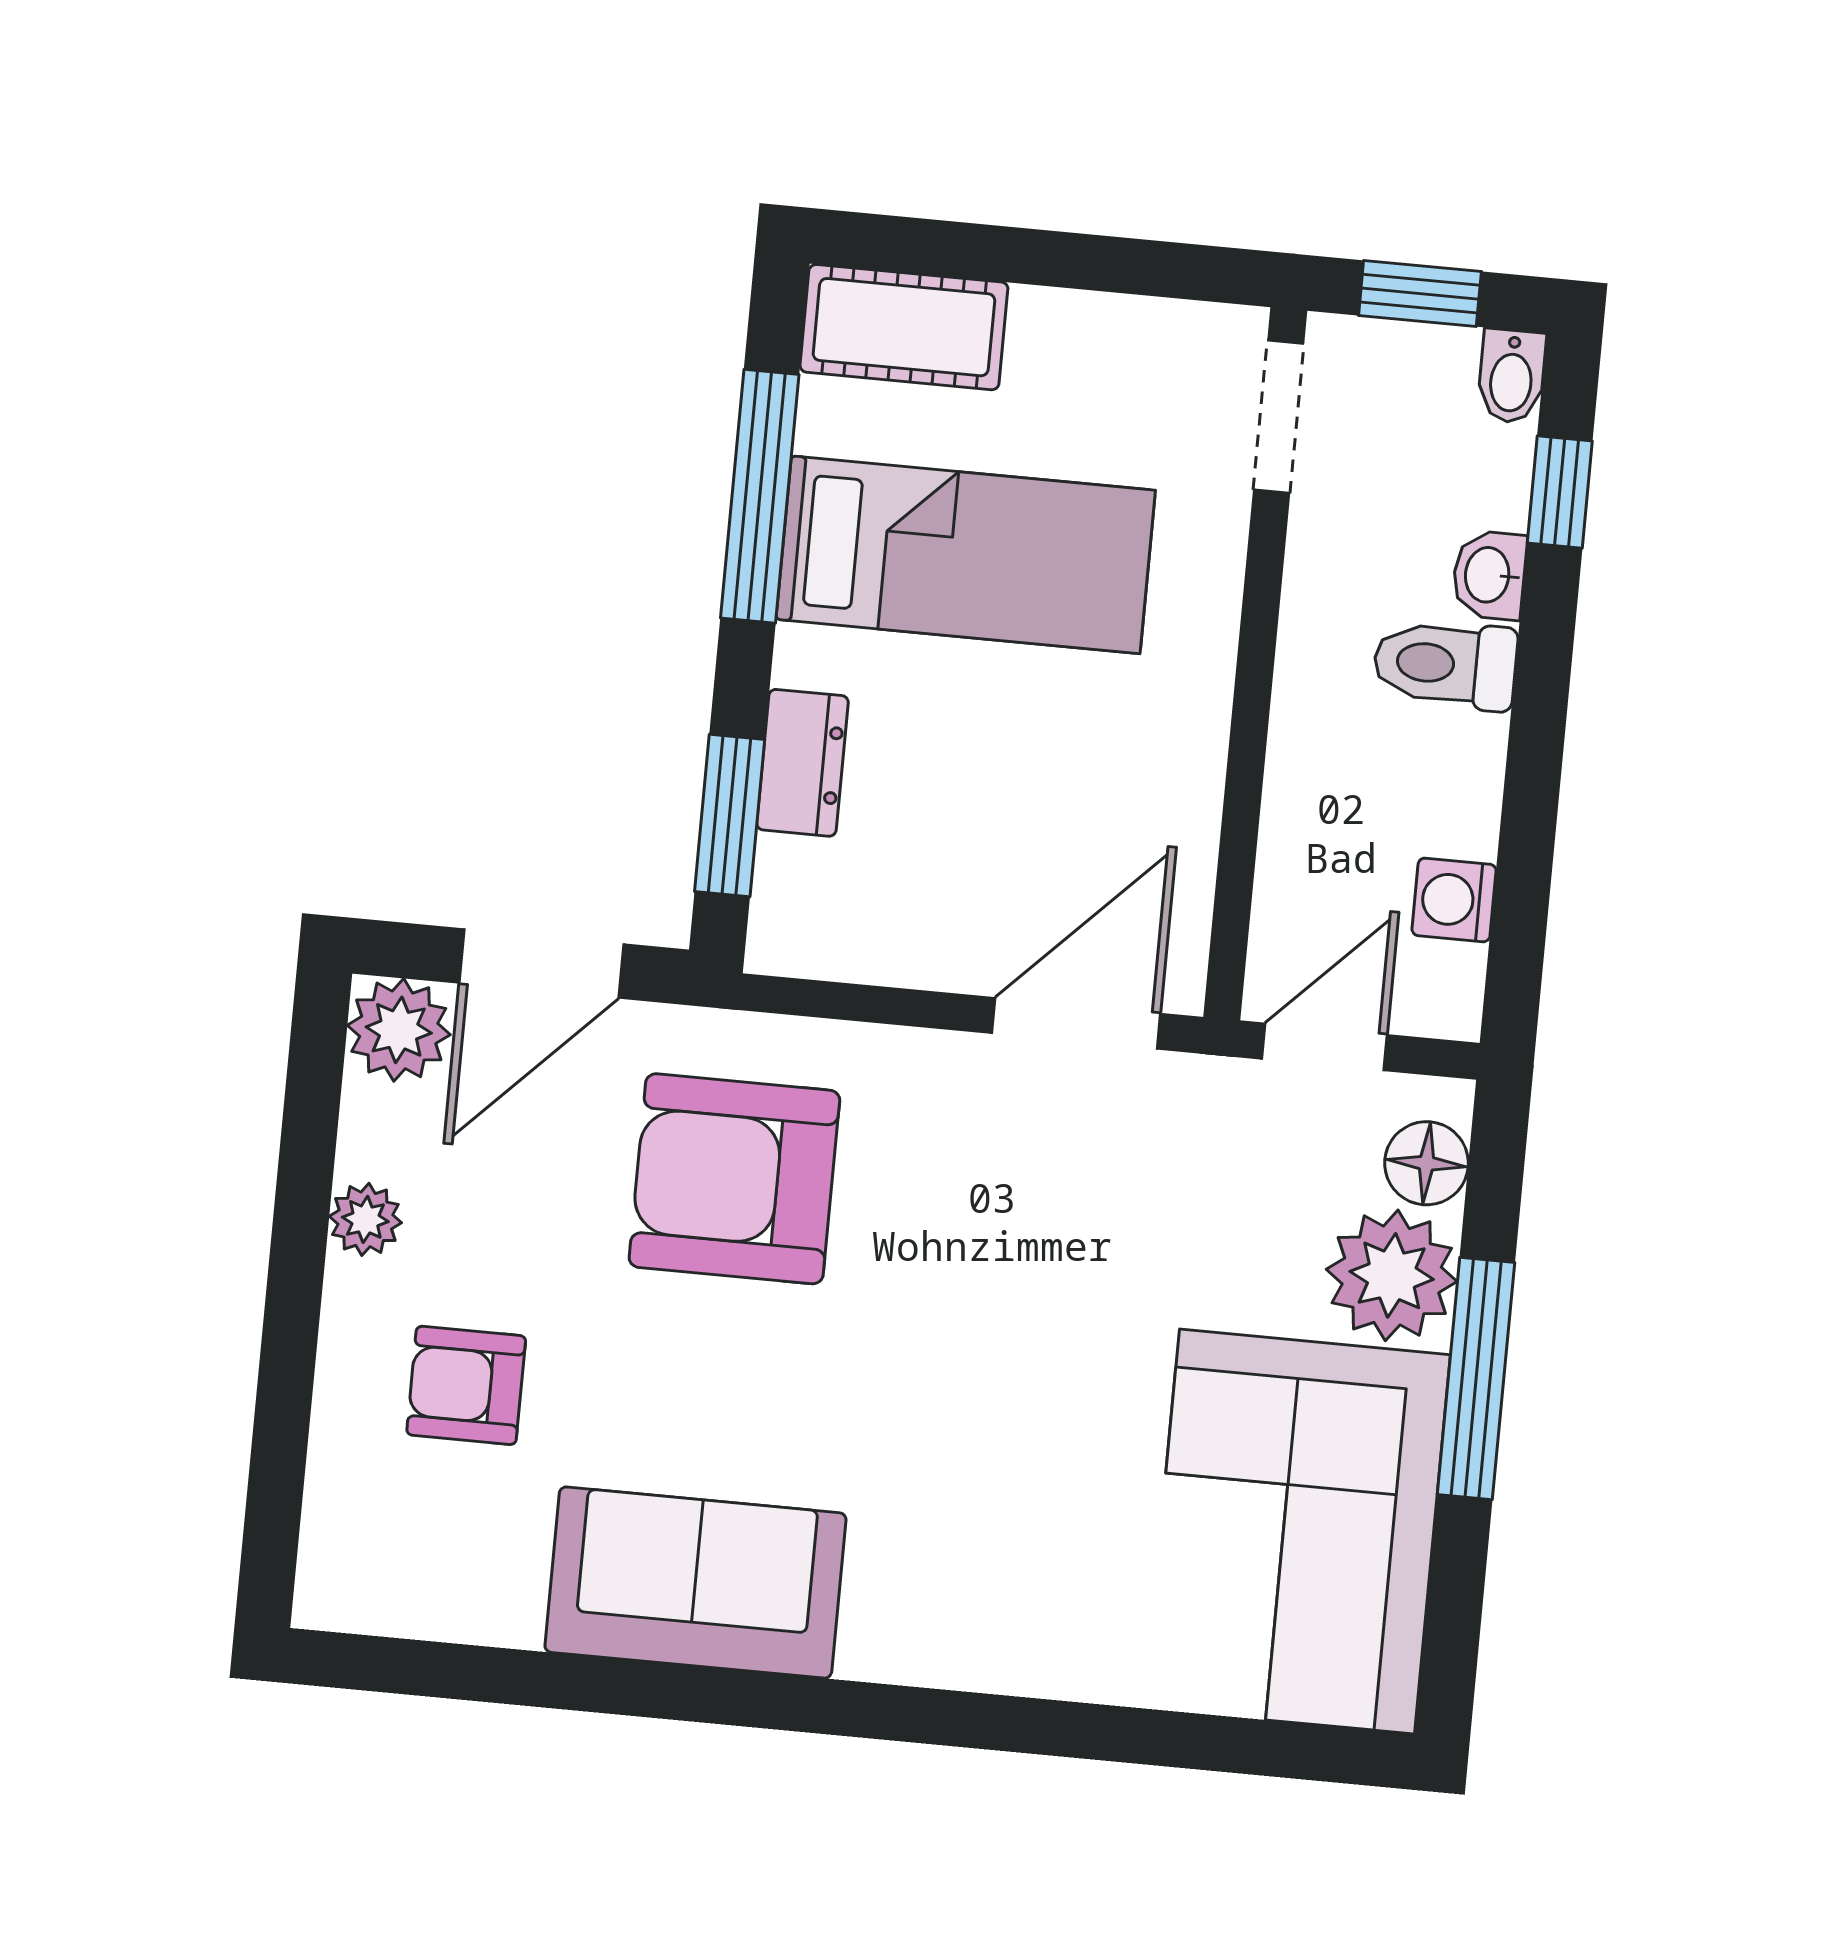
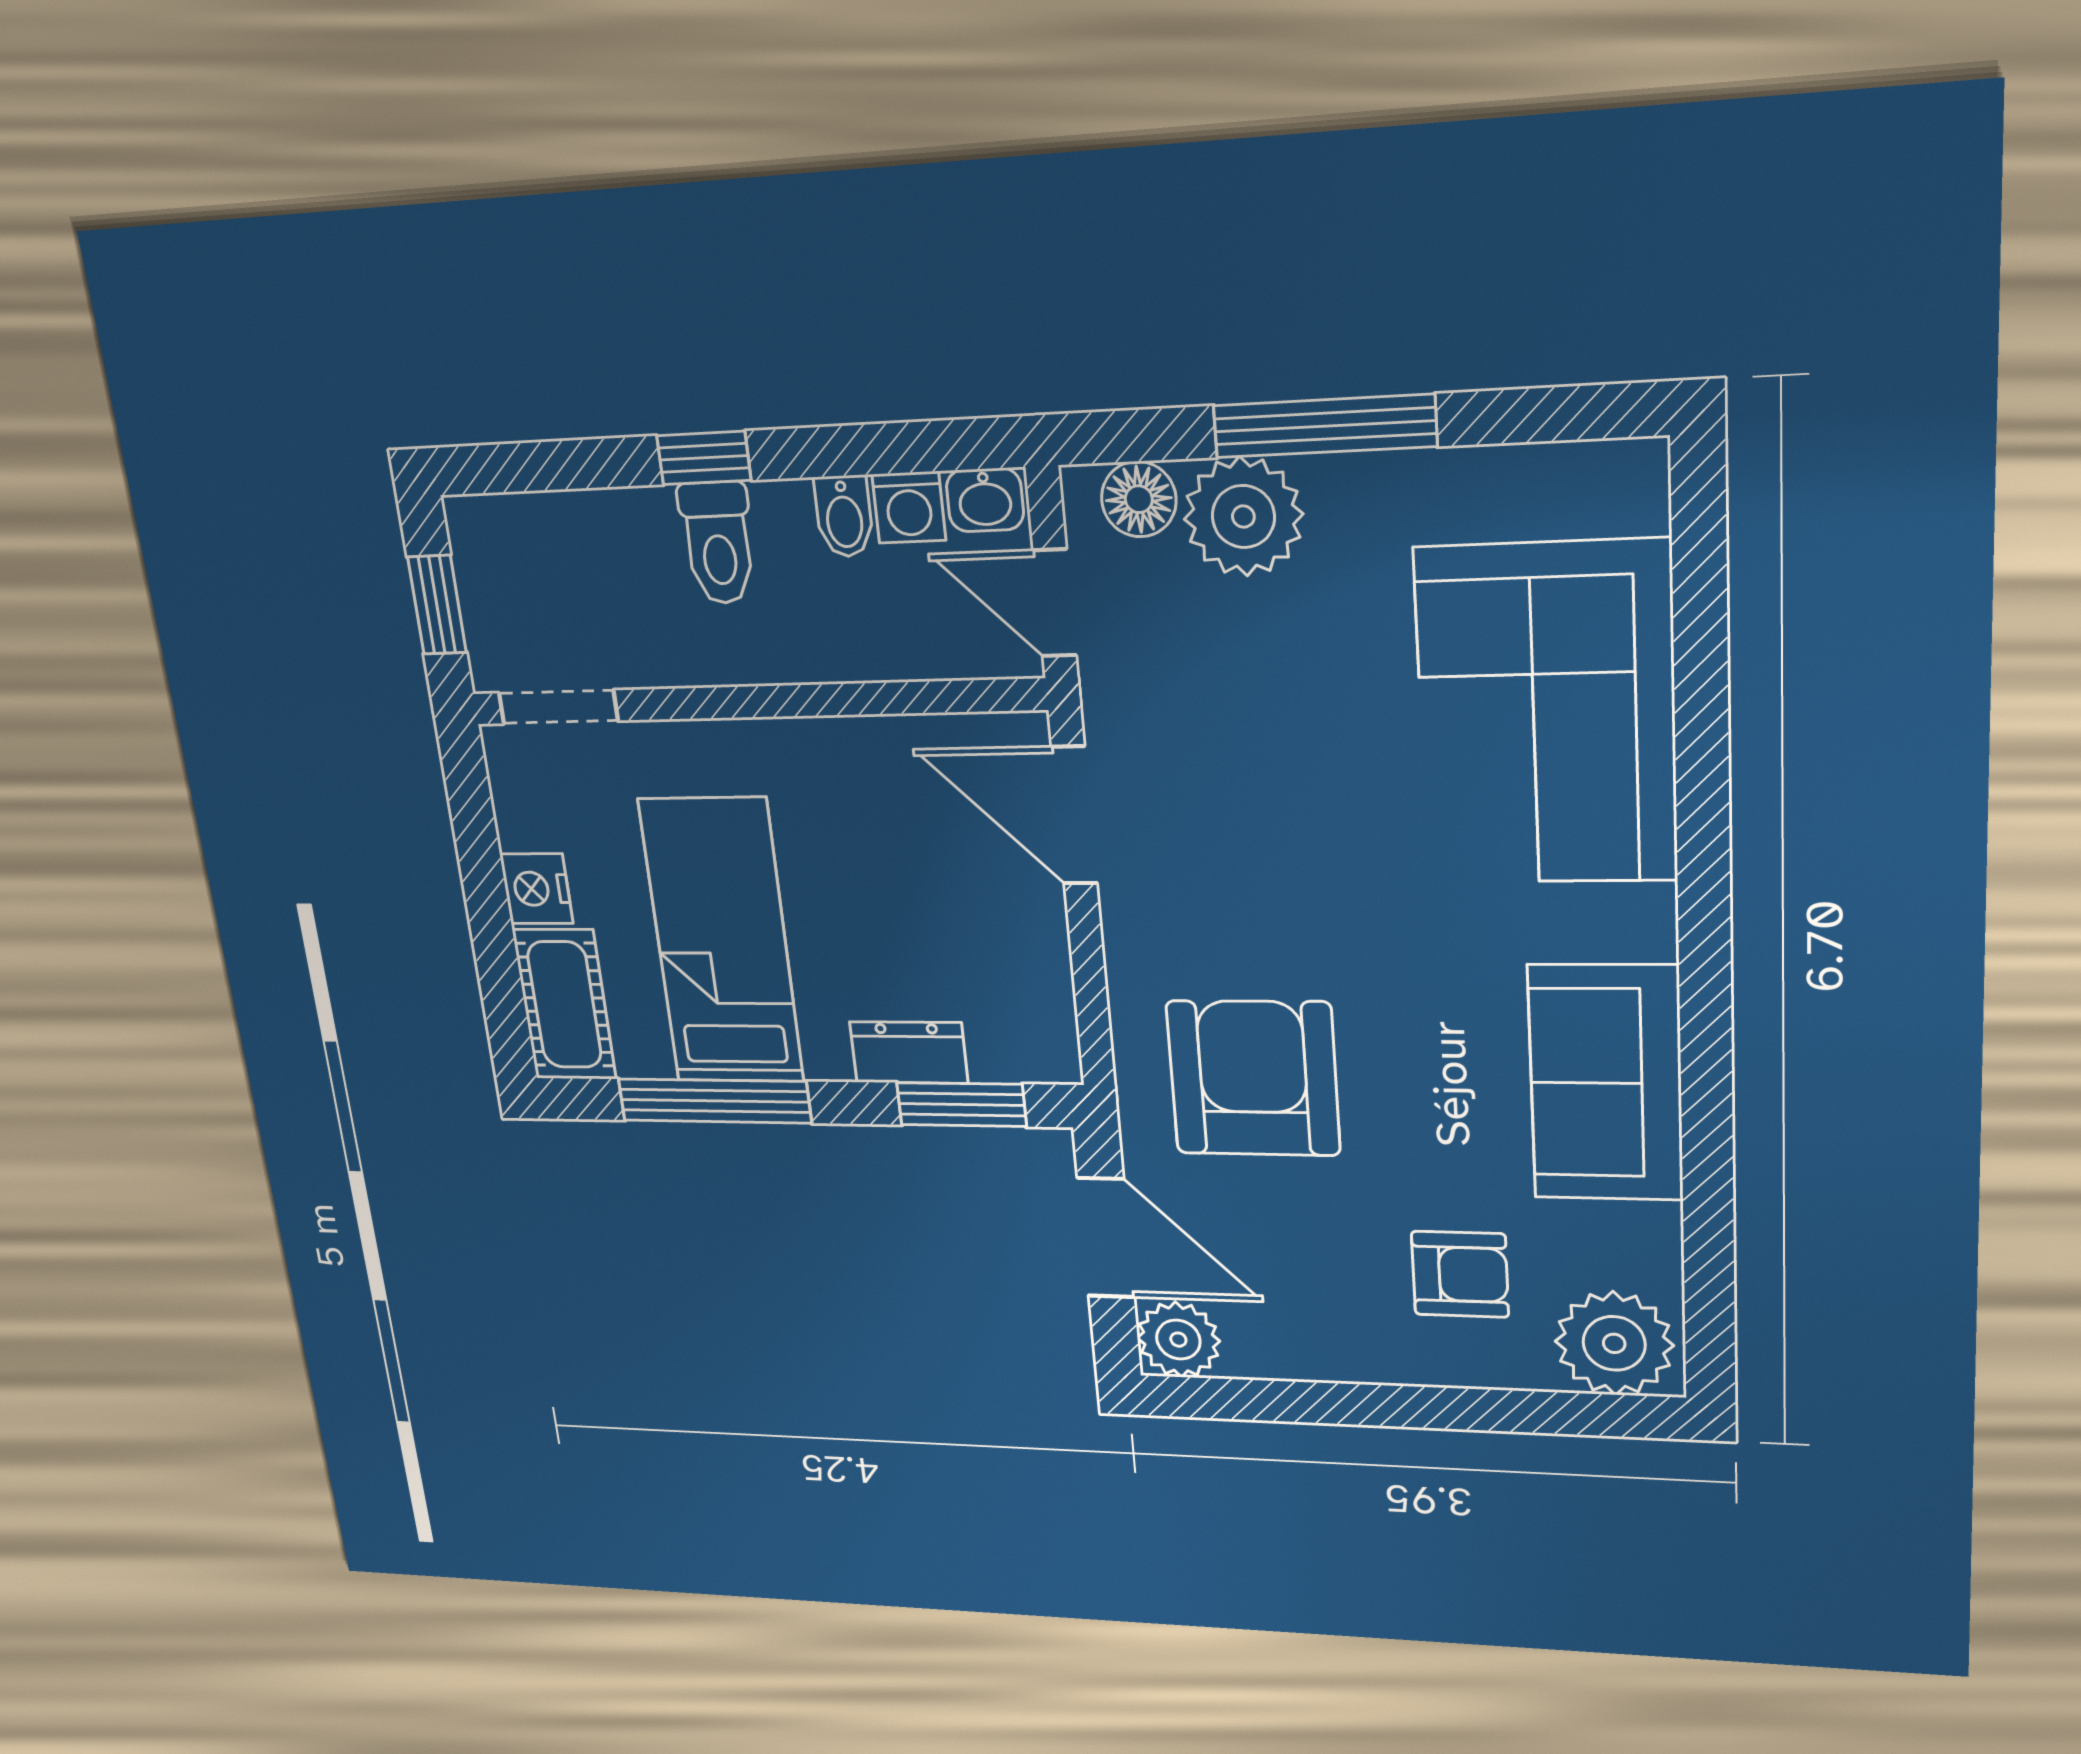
nightstand: (1057, 329) -> (536, 889), added
bidet: (1511, 376) -> (844, 516), moved, turned 90
window: (1560, 492) -> (704, 458), moved
washbasin: (1489, 575) -> (985, 500), moved
armchair: (734, 1179) -> (1253, 1078), turned 180
plant: (365, 1219) -> (1614, 1343), moved, width x1.88, depth x1.88
armchair: (466, 1385) -> (1460, 1274), turned -90
corner sofa: (1297, 1532) -> (1546, 715), moved, turned 90

